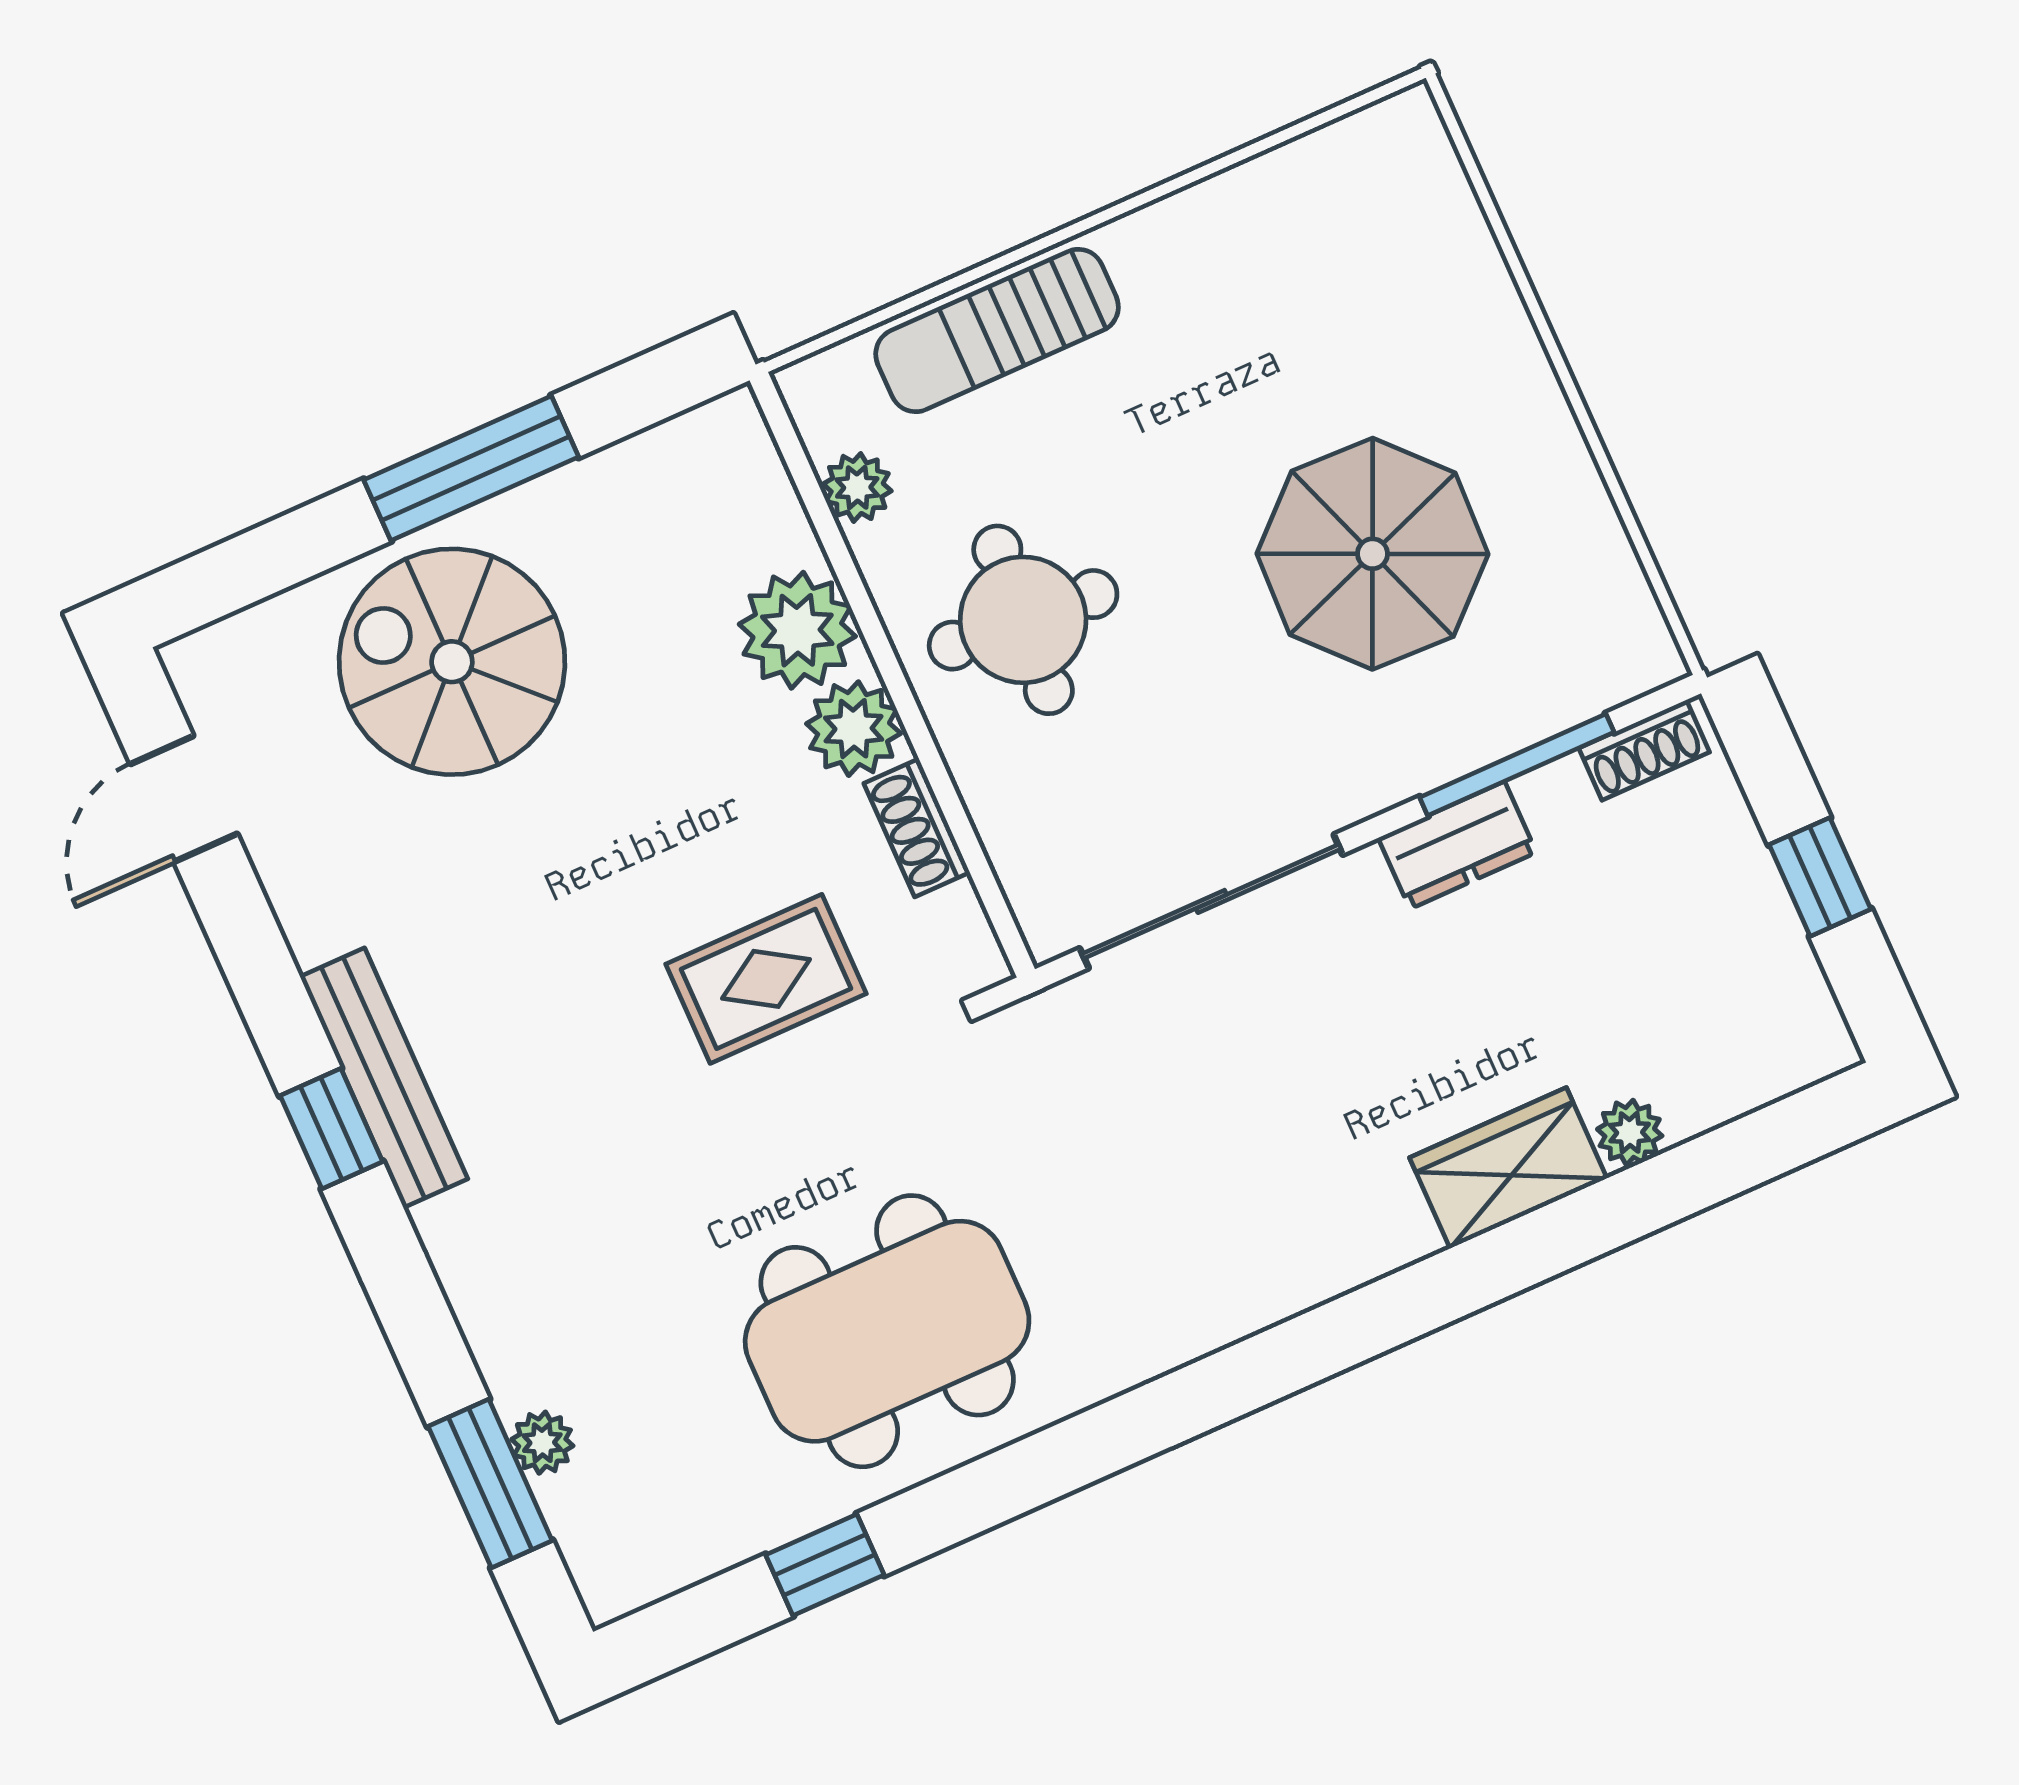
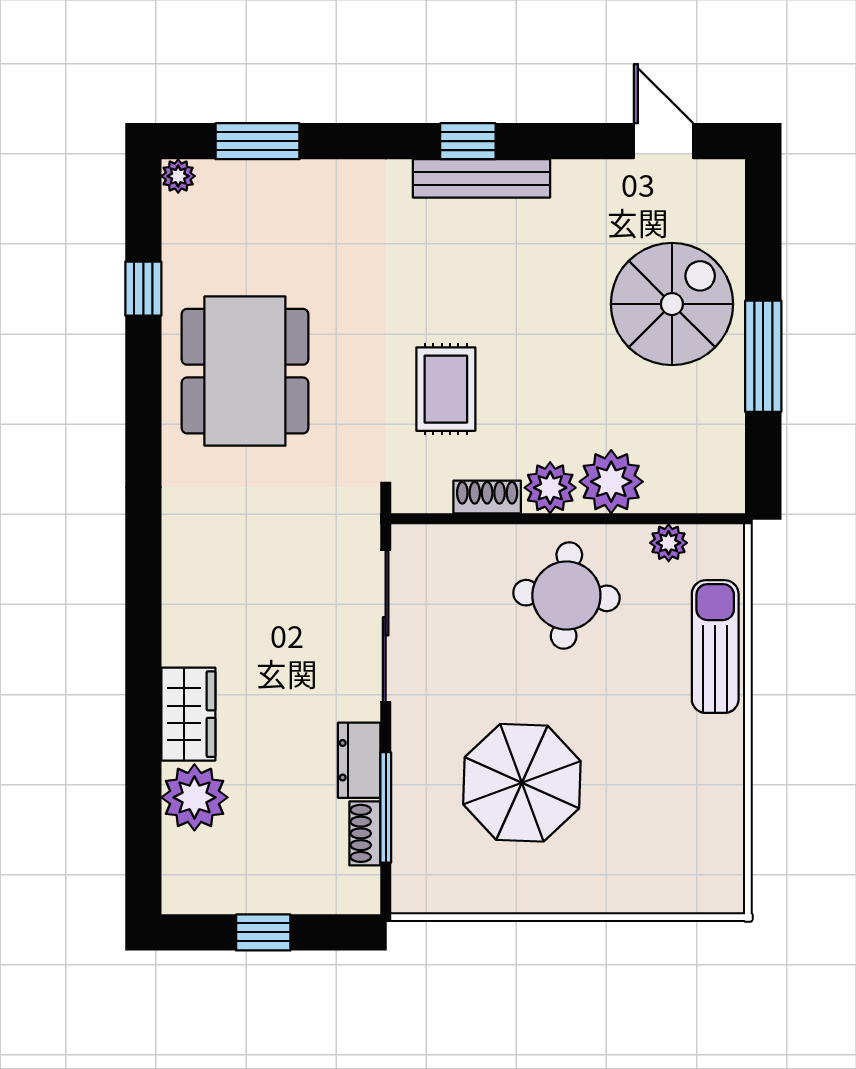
shoe rack: (1644, 750) -> (365, 833), moved
plant: (1630, 1133) -> (194, 797), width x1.88, depth x1.88
plant: (542, 1443) -> (178, 176), moved

